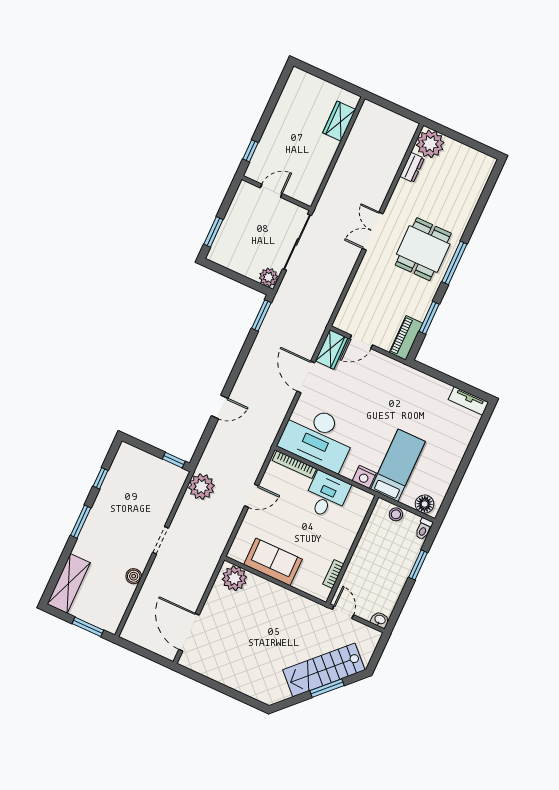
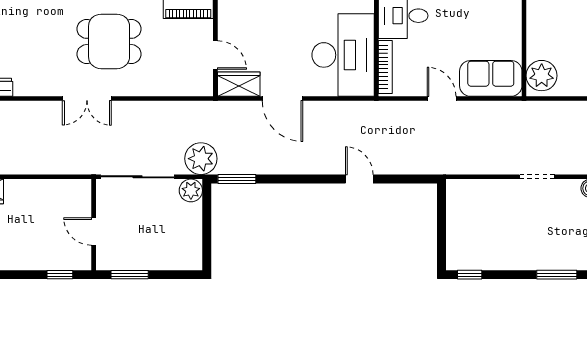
window: (213, 232) -> (130, 275), moved
dining table: (423, 249) -> (109, 41), moved
door: (306, 377) -> (282, 99), hinge flipped
window: (174, 460) -> (441, 203), removed
window: (101, 478) -> (470, 275), moved
plant: (201, 487) -> (201, 159), moved
sofa: (273, 562) -> (491, 78), moved, turned 90

